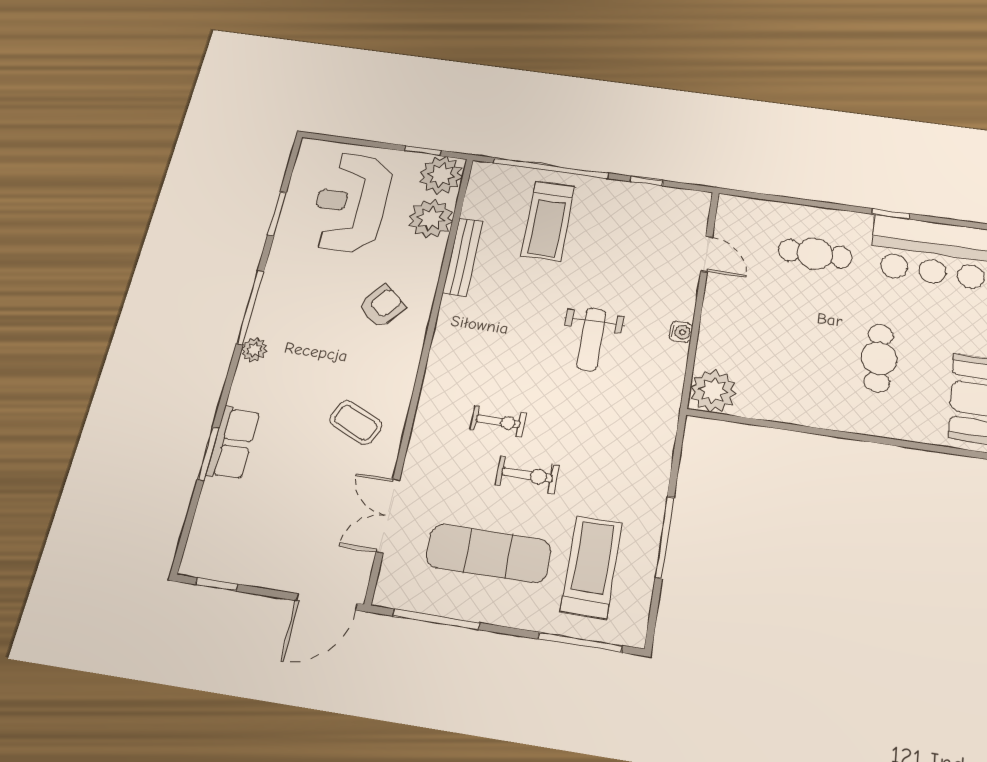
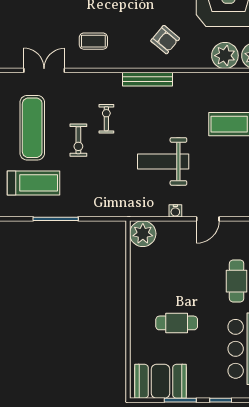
door: (707, 254) -> (208, 219), moved
bench: (463, 257) -> (148, 79), moved
weight bench: (591, 339) -> (163, 161), width x1.36, depth x1.33
exercise bike: (498, 421) -> (106, 119), turned 180
coffee table: (356, 423) -> (93, 41), turned 65

